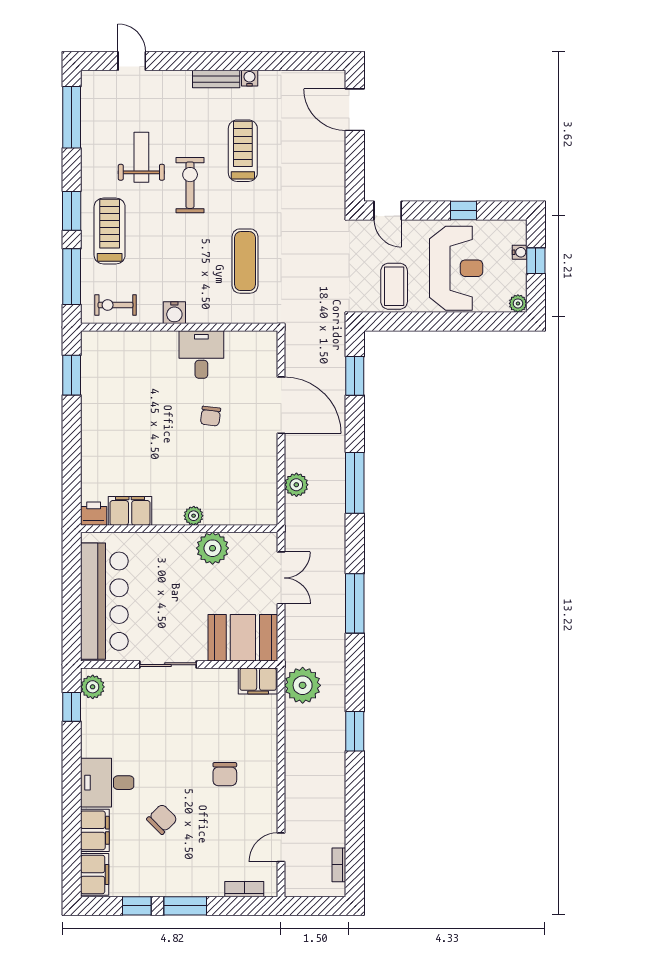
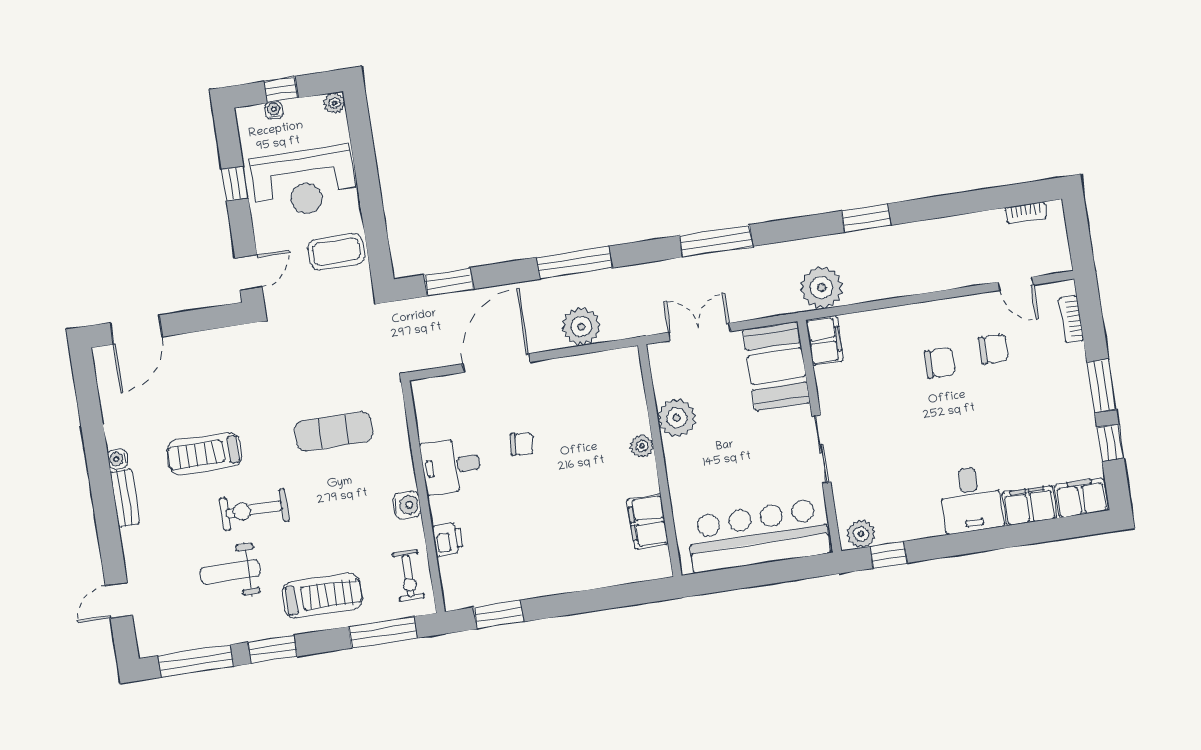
window: (72, 211) -> (273, 649), moved
treadmill: (110, 231) -> (323, 596), turned 180
reception desk: (456, 268) -> (304, 182), turned 180
plant: (296, 485) -> (581, 327), width x1.36, depth x1.36
printer: (94, 514) -> (448, 539), moved, turned 180
chair: (162, 819) -> (993, 349), moved, turned 135

